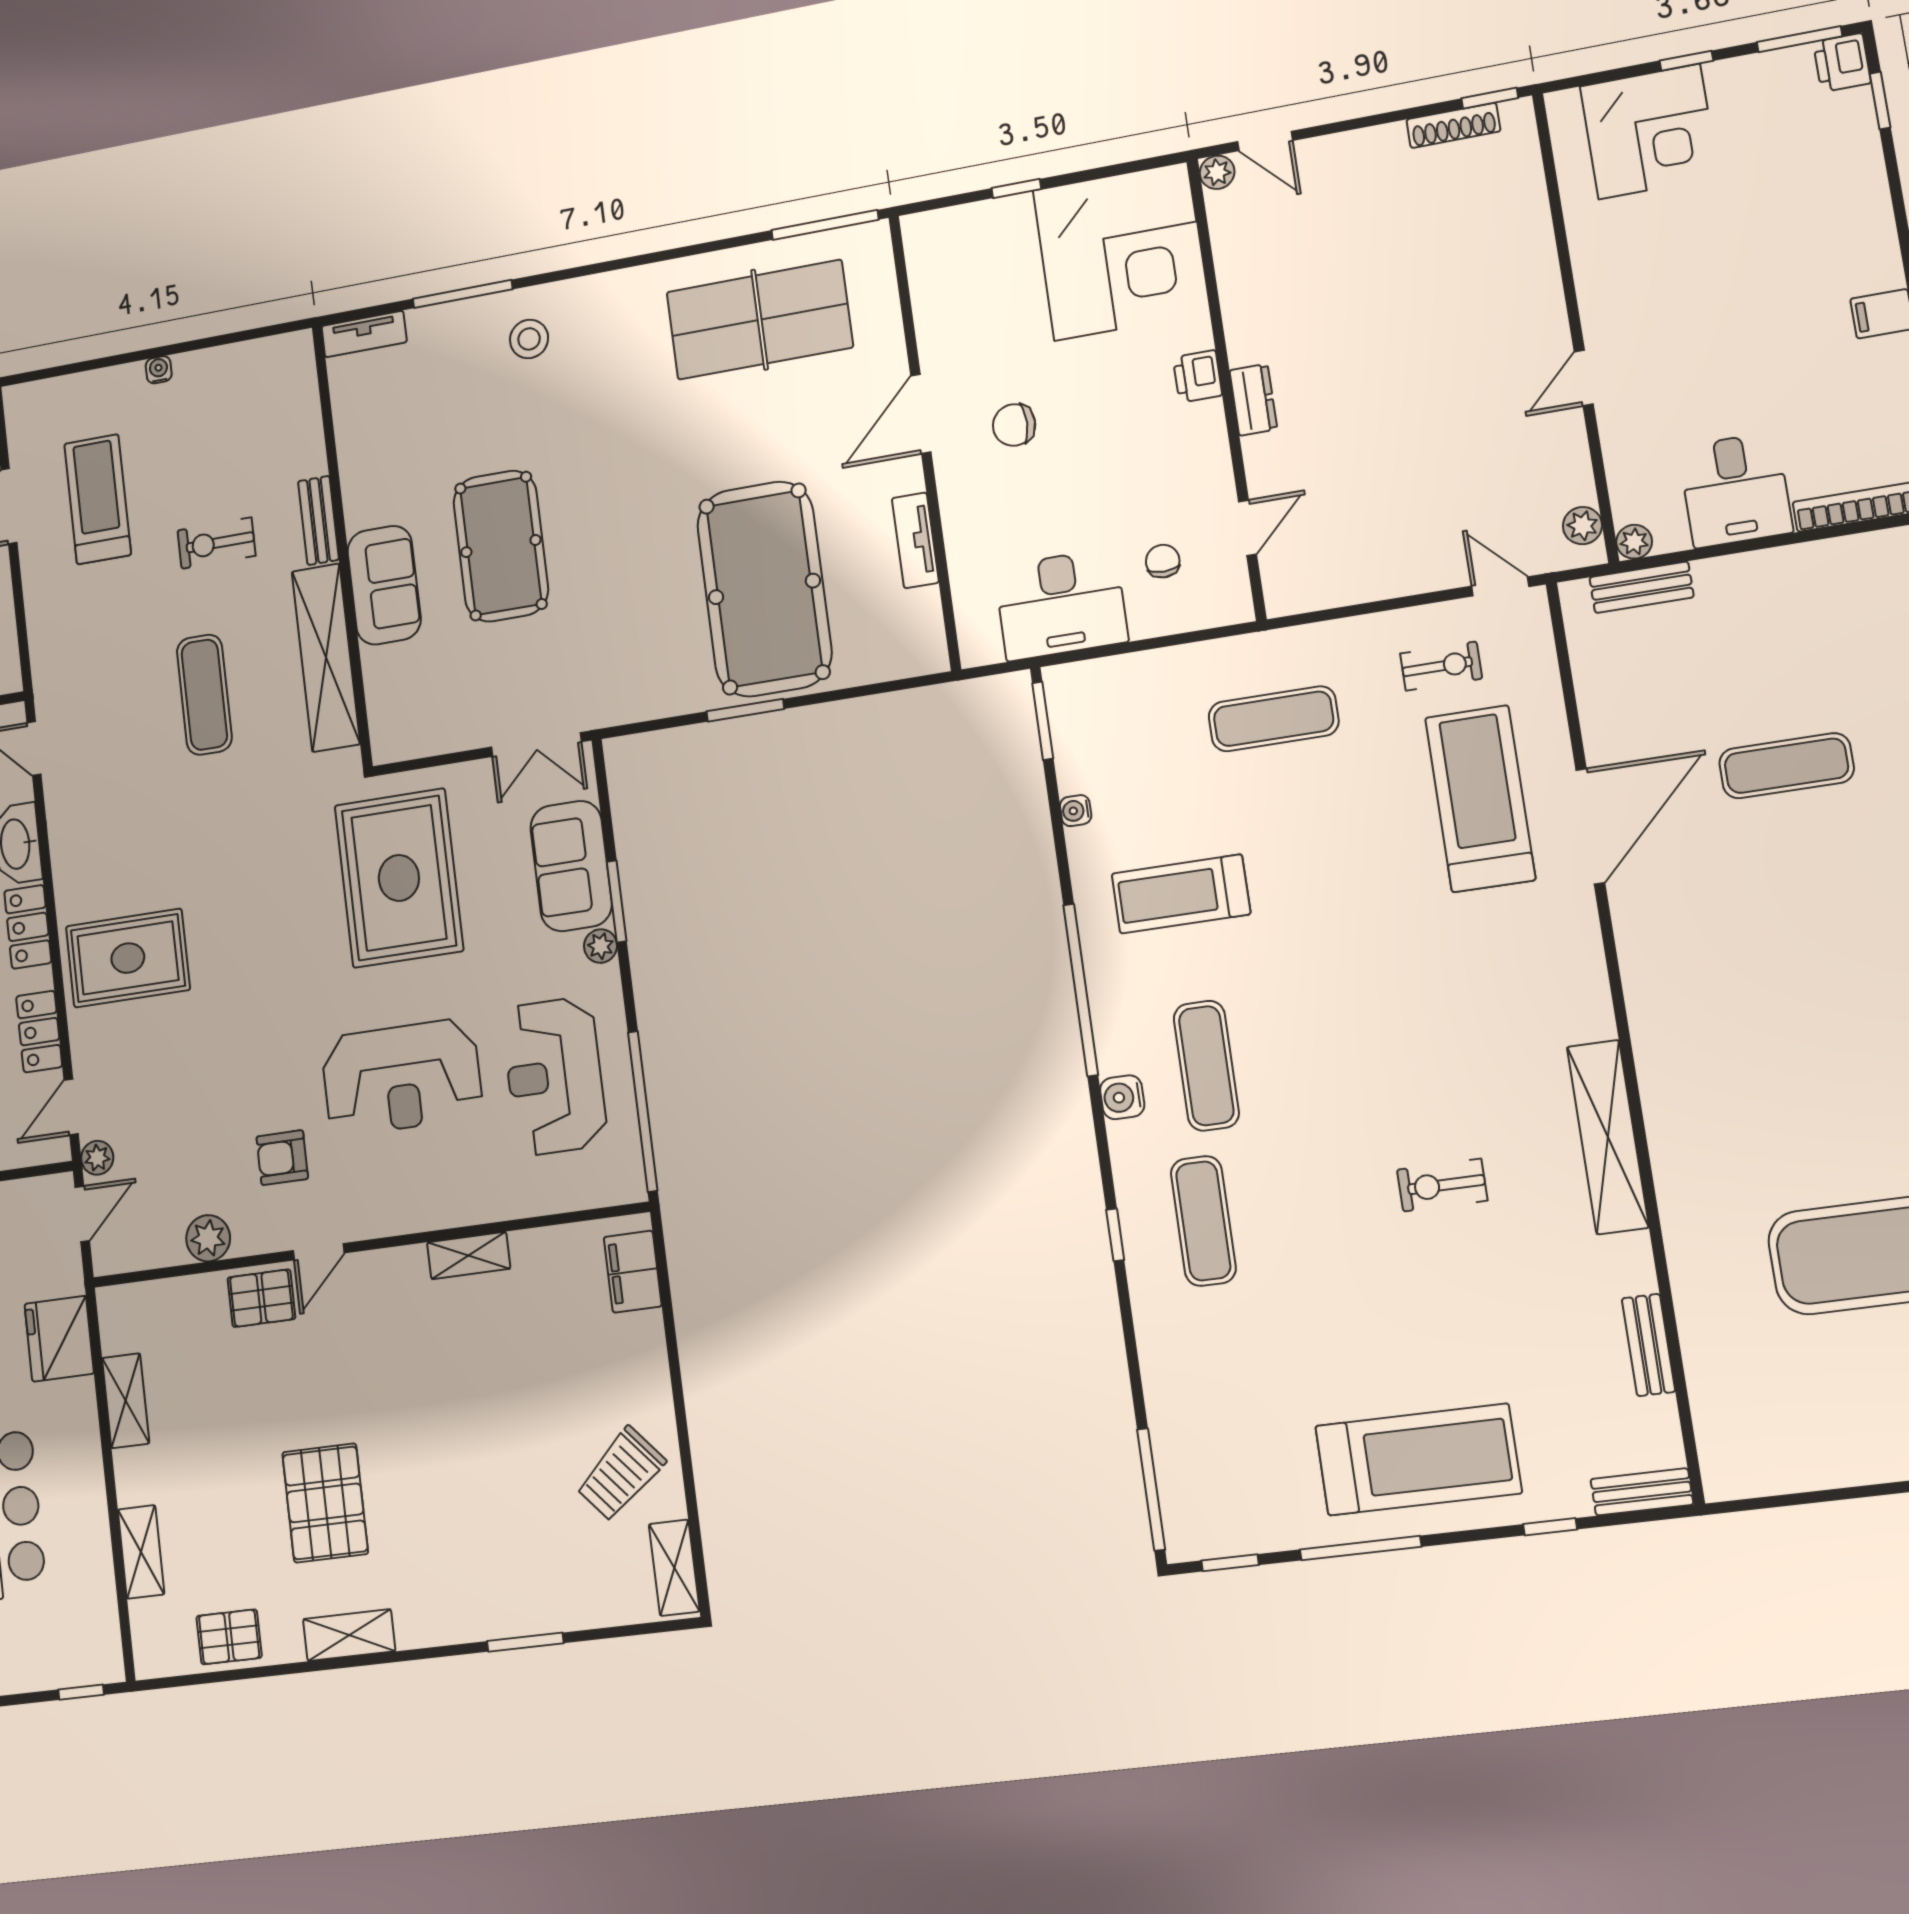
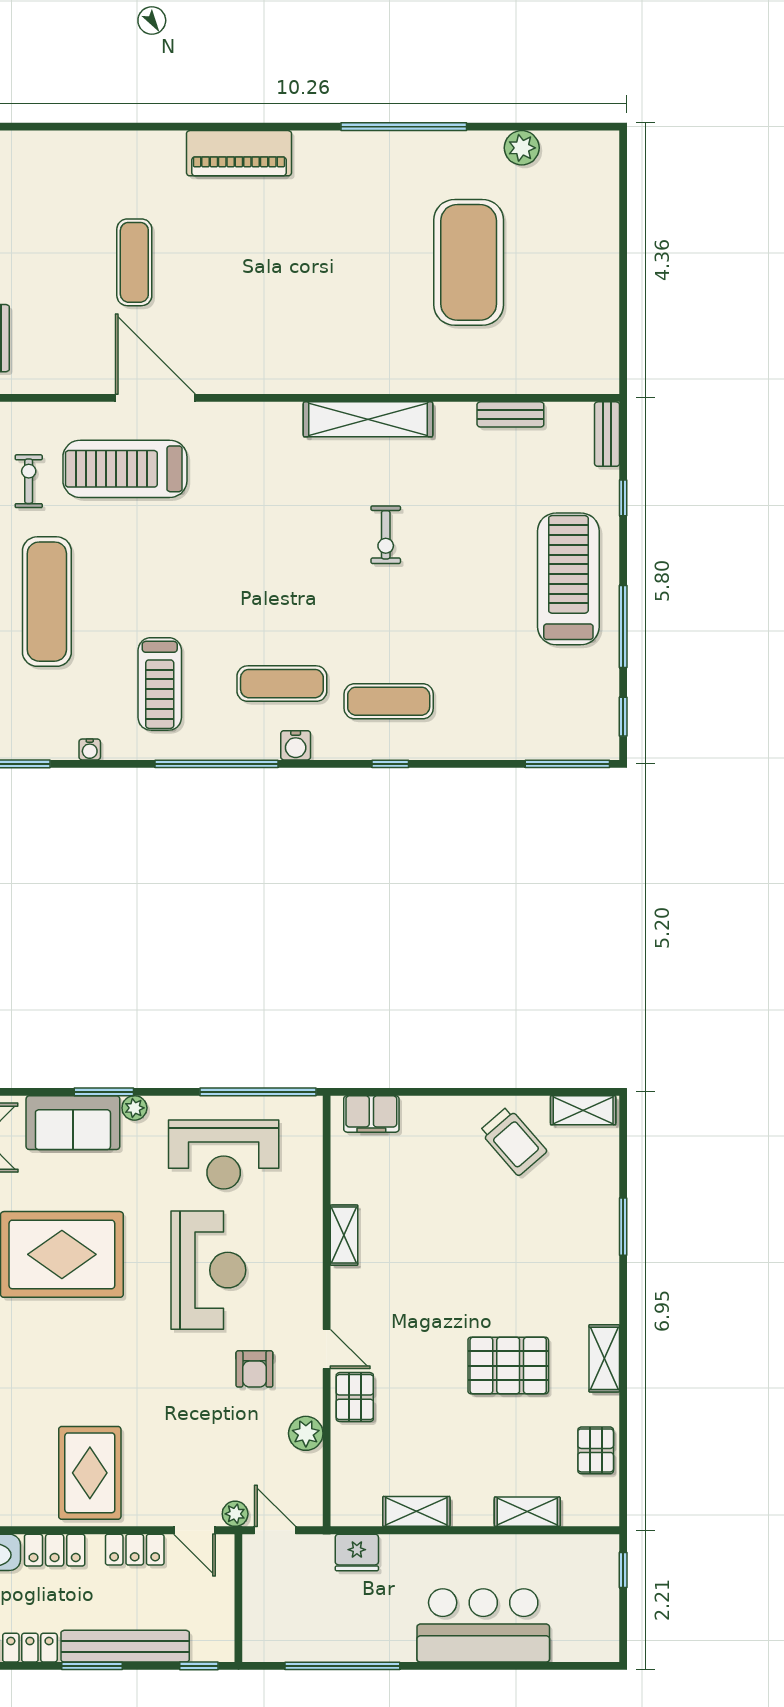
exercise mat: (1274, 719) -> (47, 602), width x1.36, depth x1.45
fridge: (59, 1339) -> (357, 1552), width x0.73, depth x0.75

